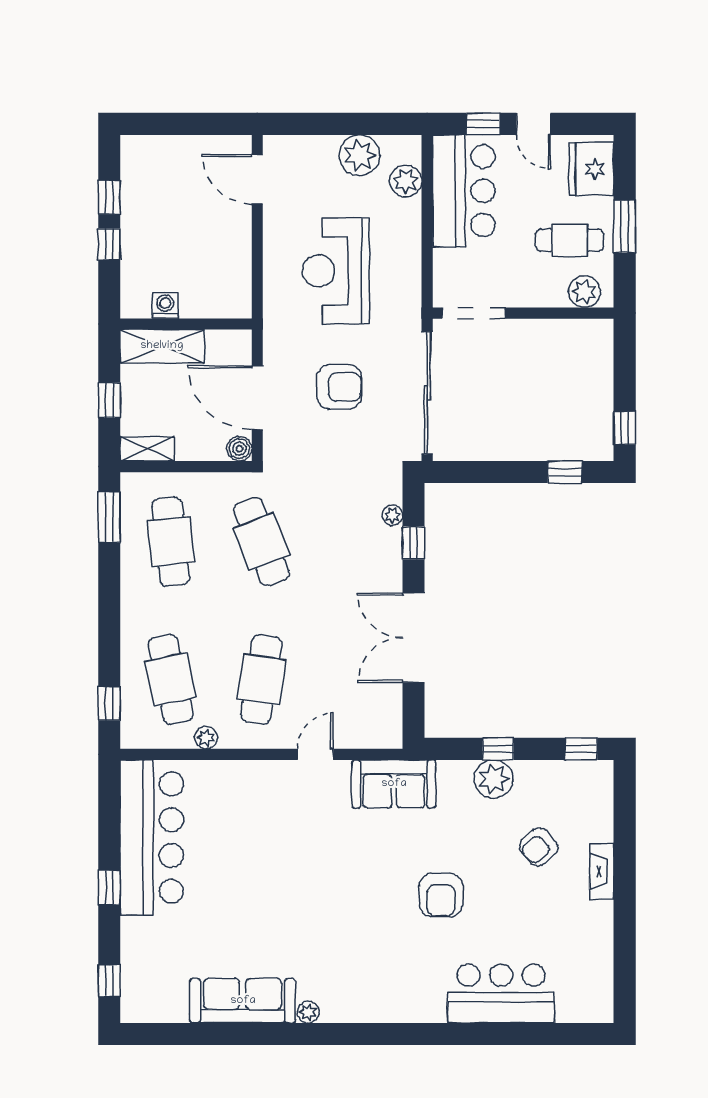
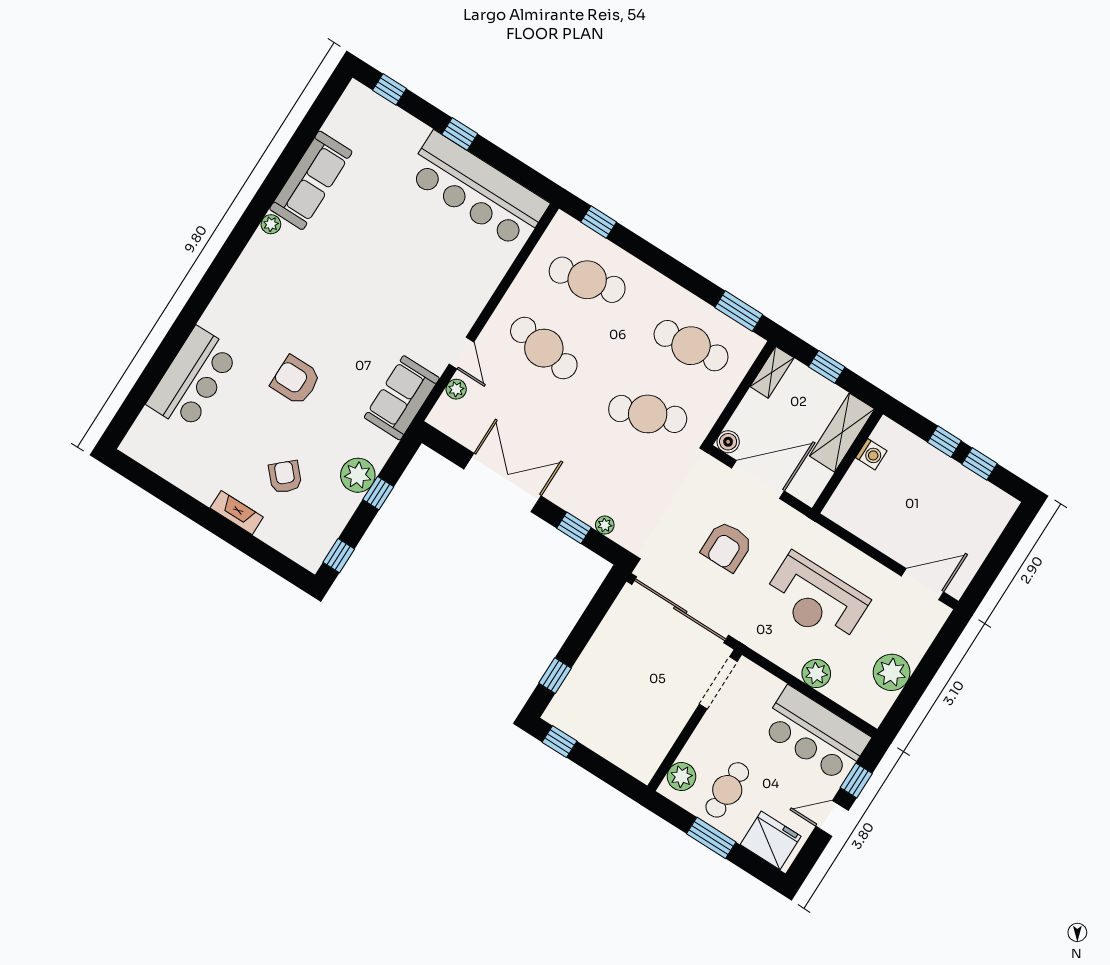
plant: (406, 181) -> (816, 673), moved
reception desk: (336, 271) -> (816, 599), turned 180
plant: (206, 738) -> (456, 389), moved

